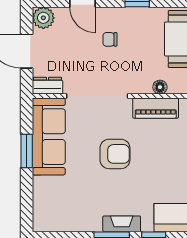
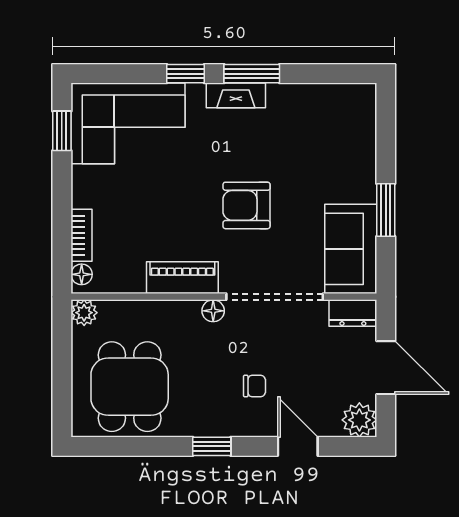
floor lamp: (160, 87) -> (213, 311), moved
sofa: (49, 137) -> (351, 249), width x0.73

